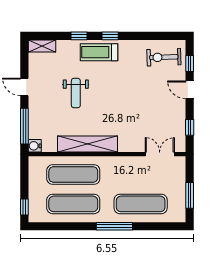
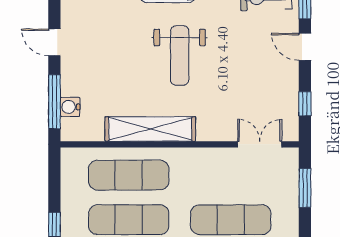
weight bench: (76, 93) -> (180, 55), moved, width x1.36, depth x1.33
water cooler: (35, 146) -> (70, 107), moved
window: (190, 195) -> (305, 188), moved

